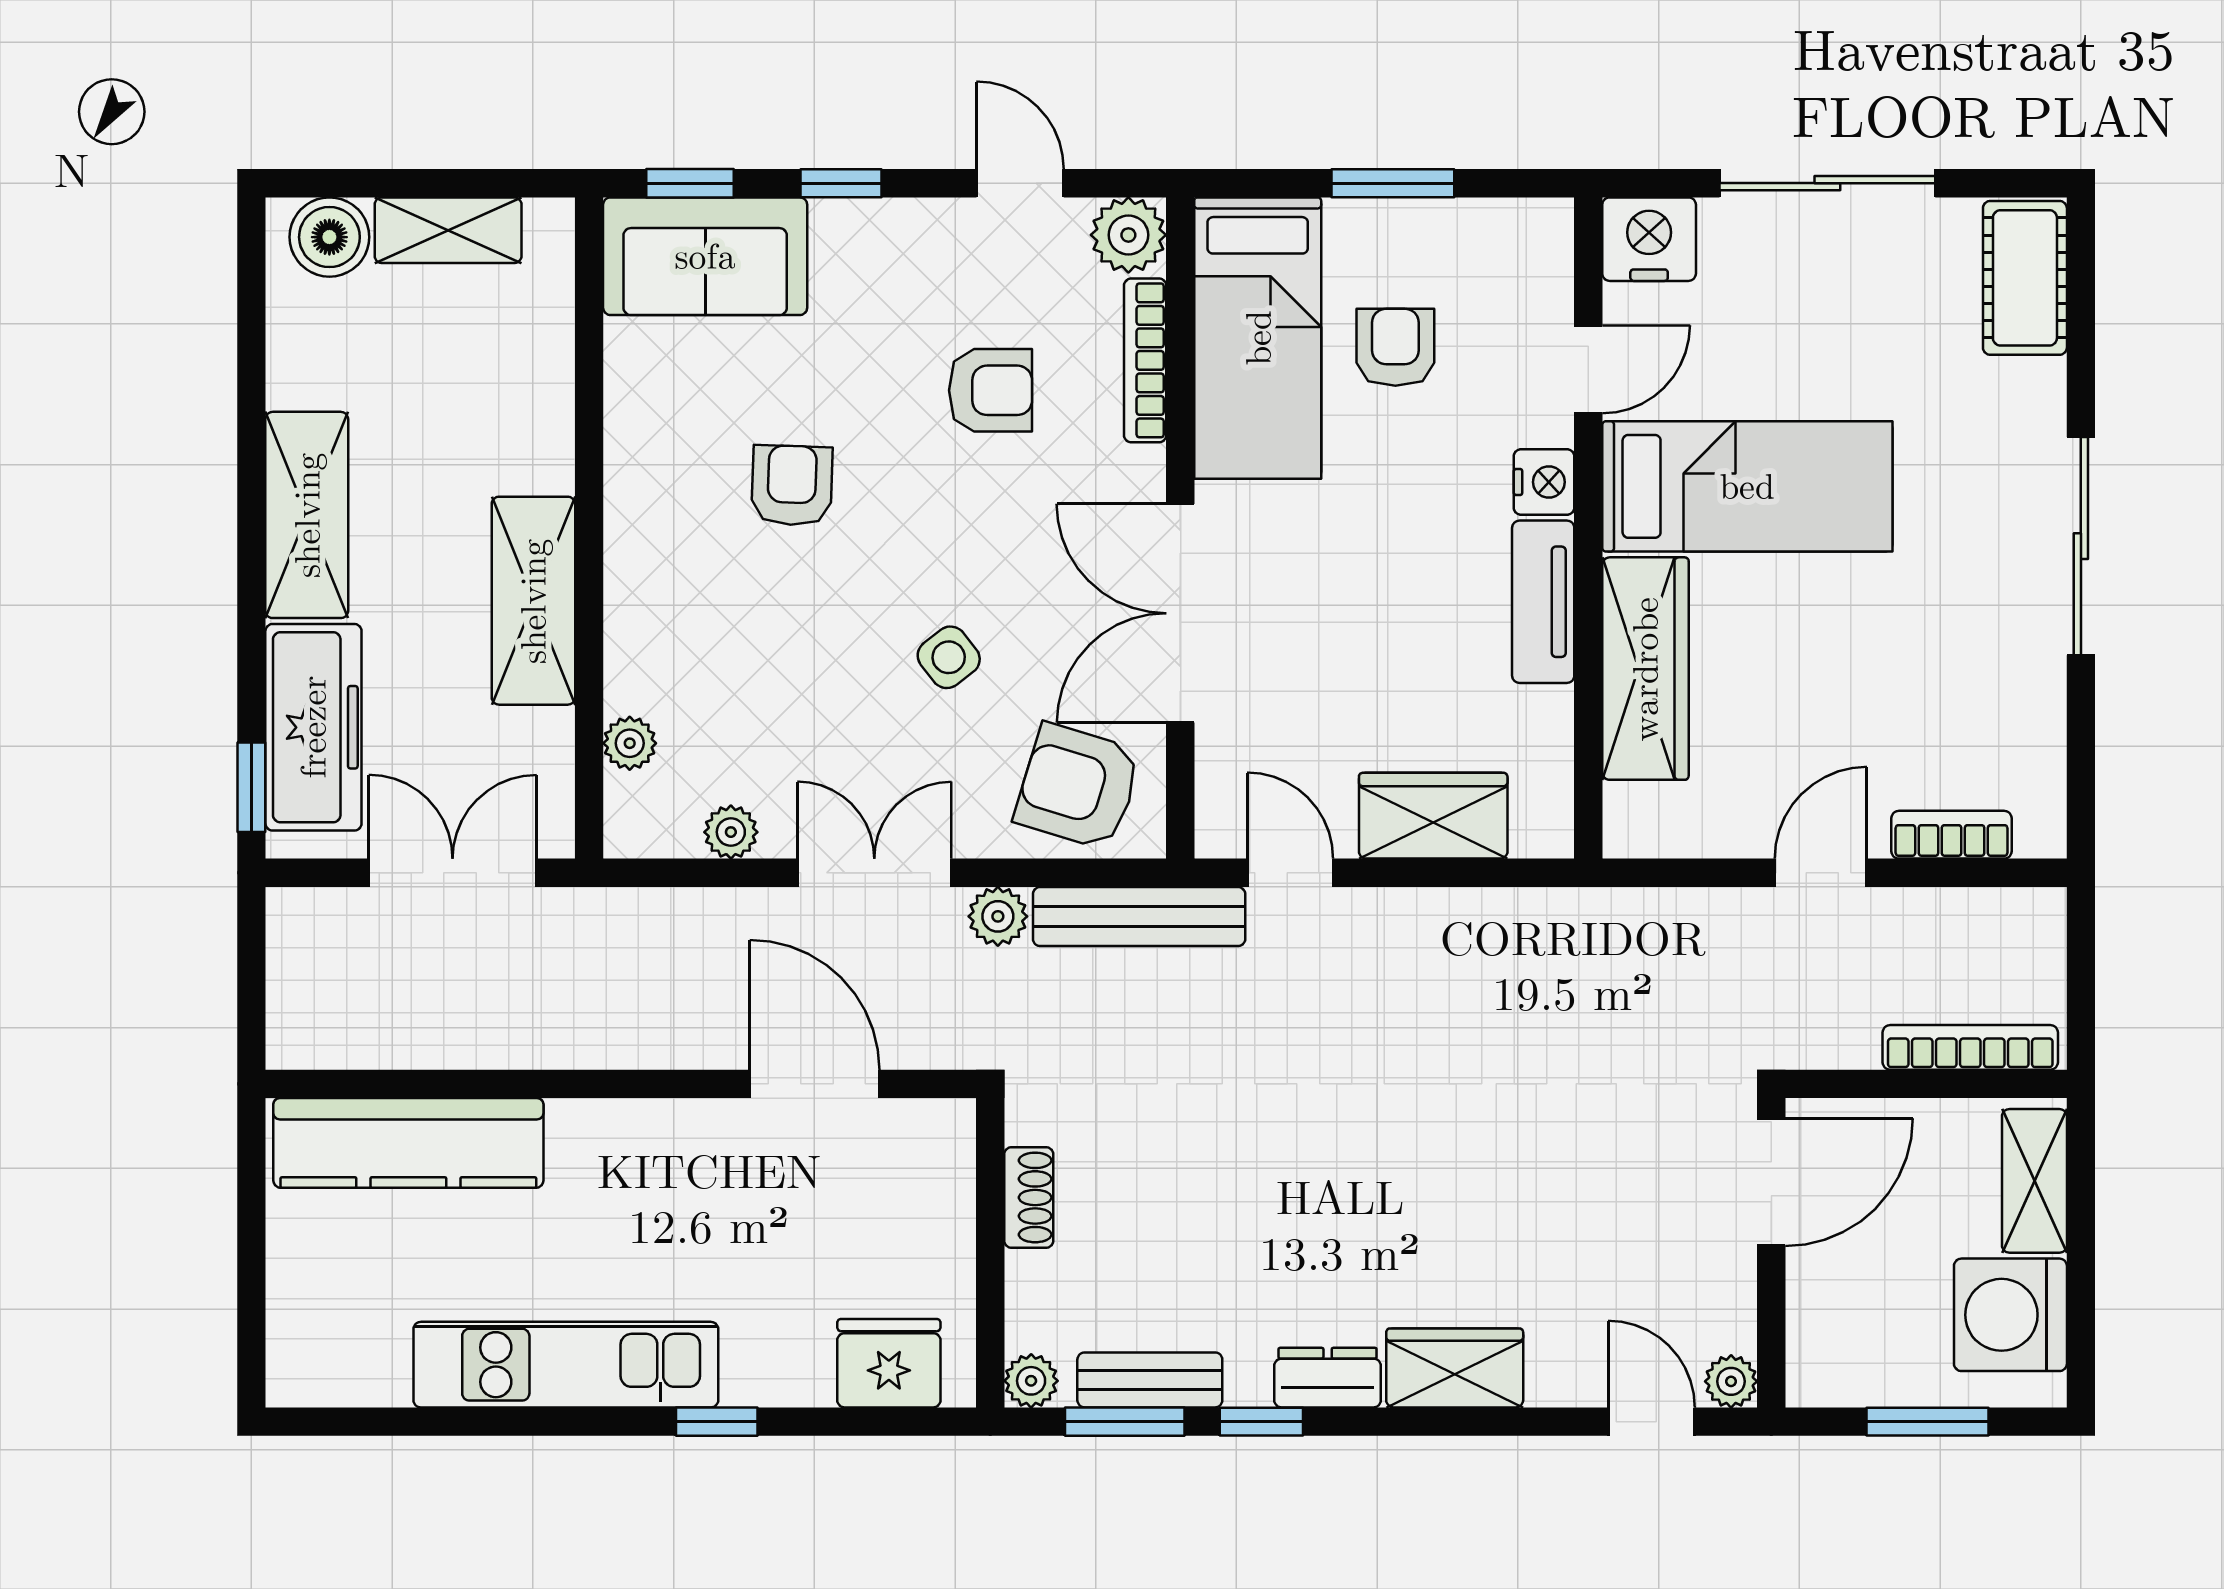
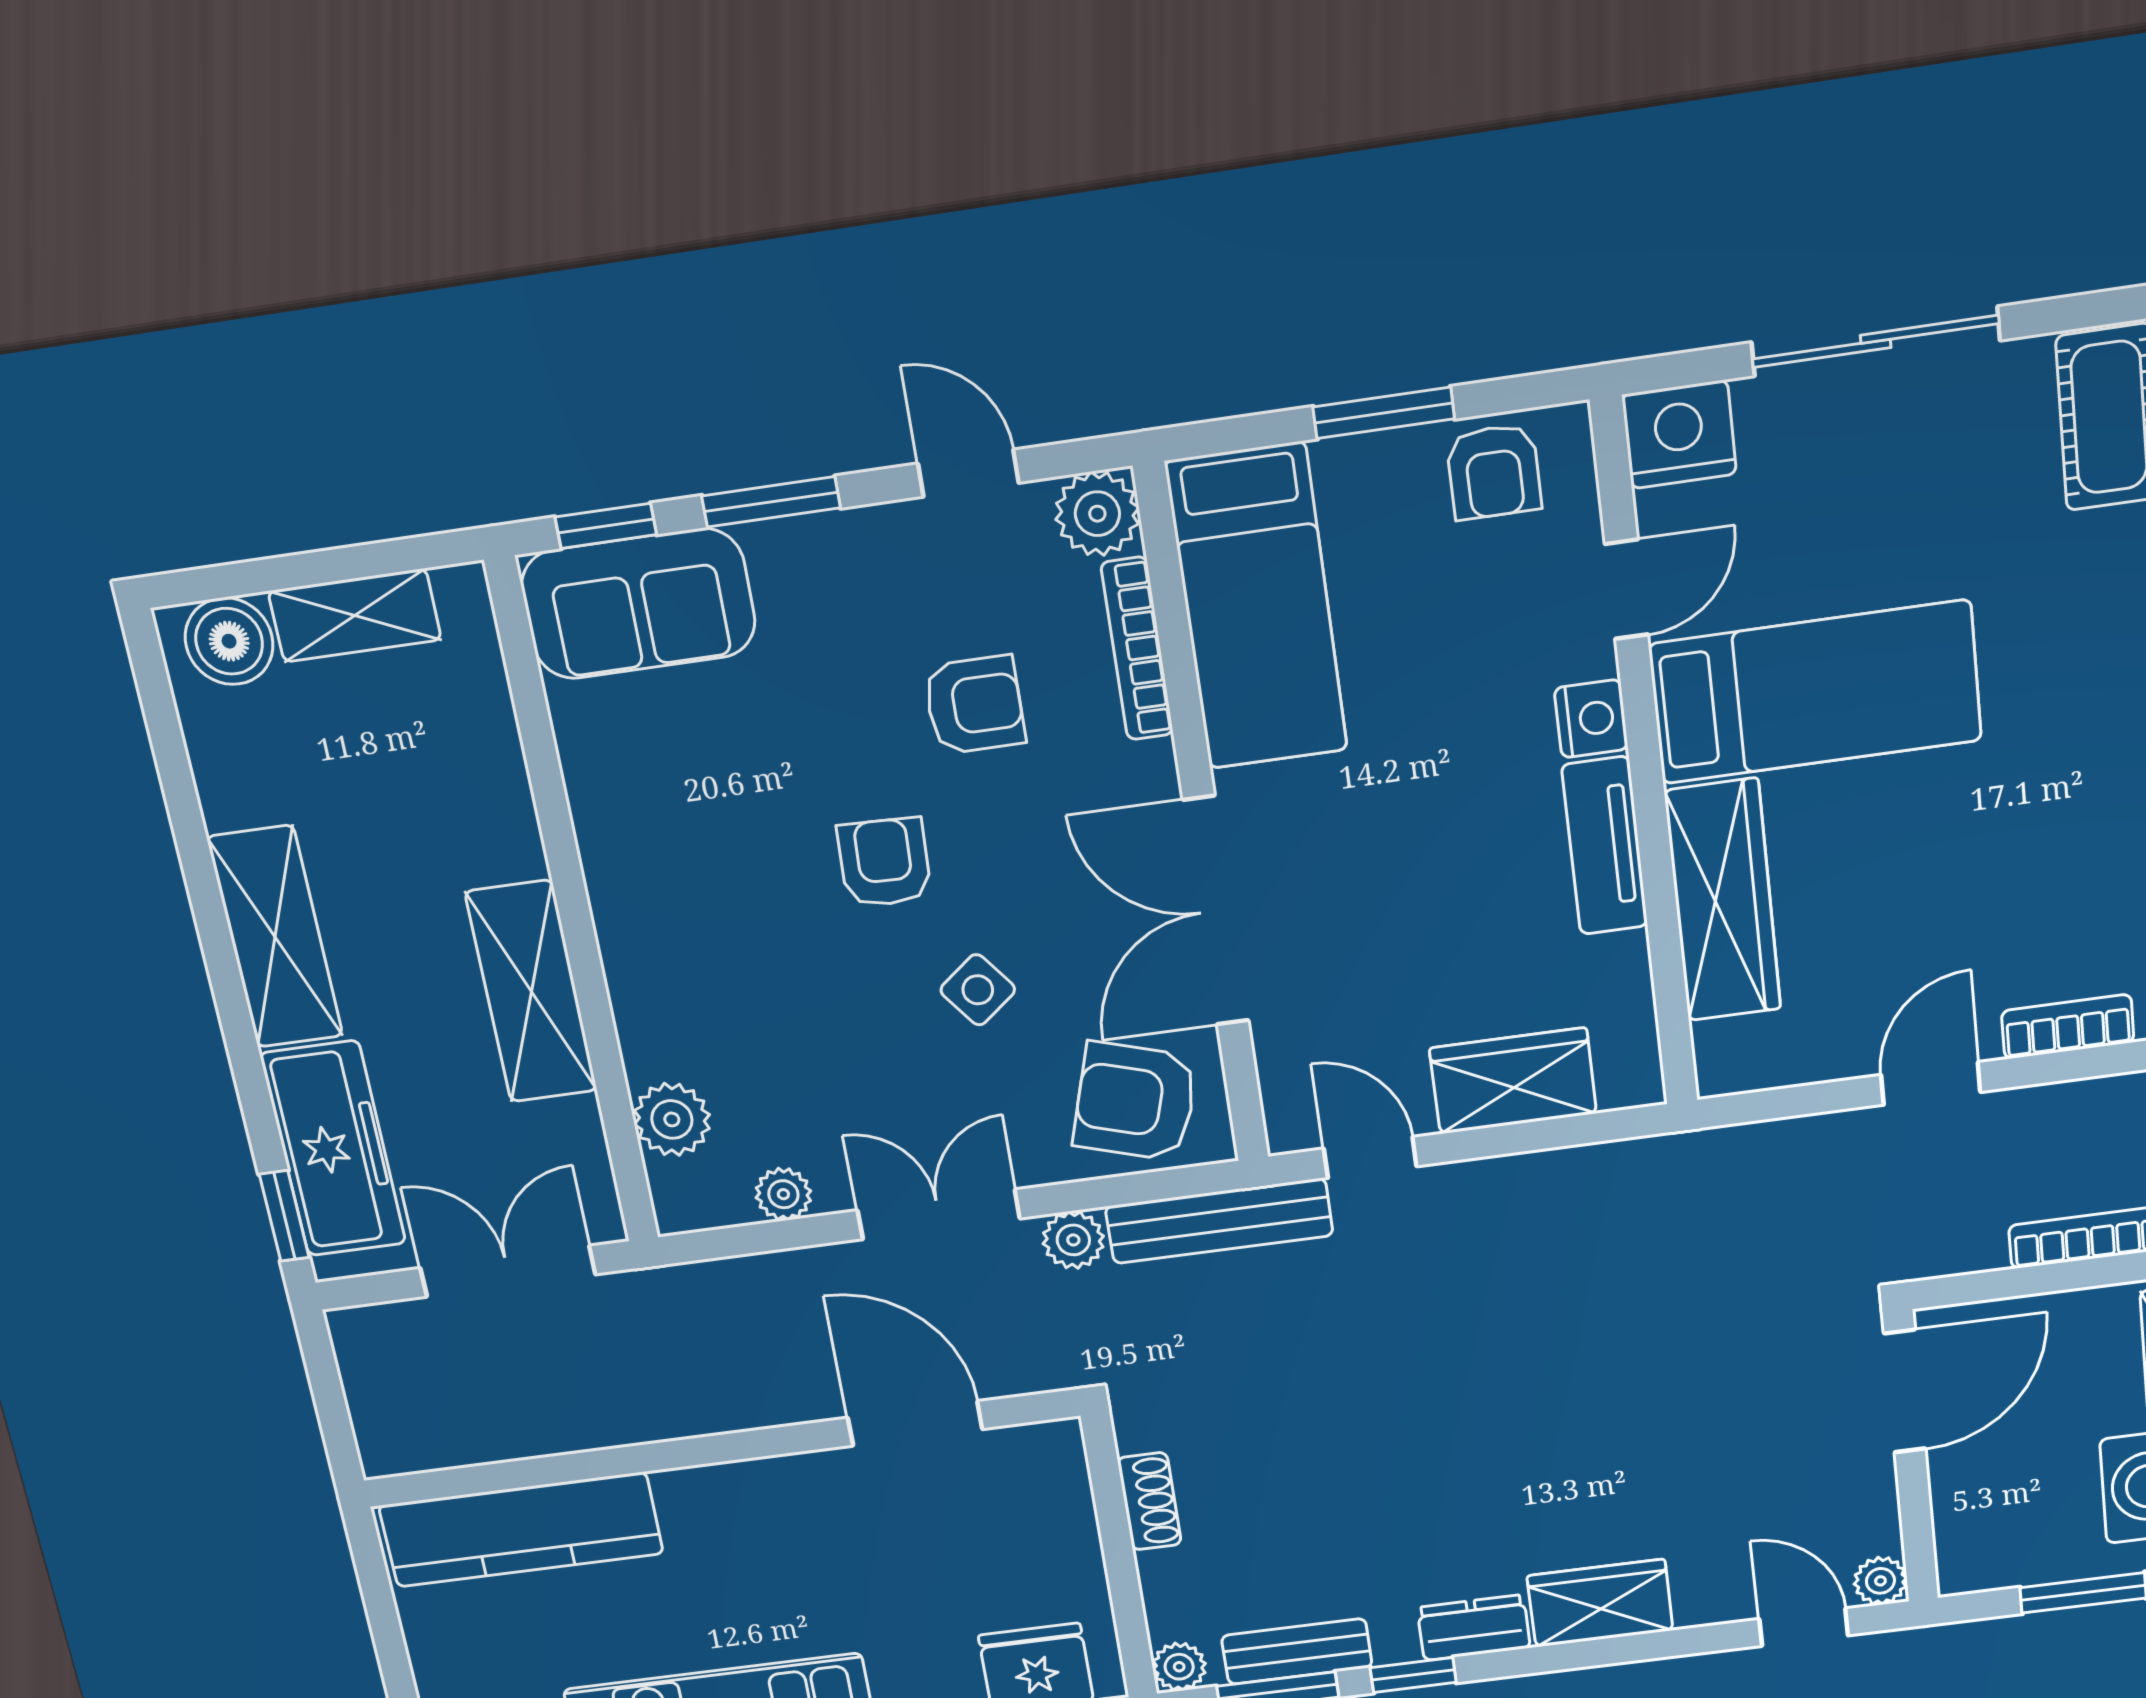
window: (841, 183) -> (771, 502), width x1.50
armchair: (1395, 347) -> (1494, 472), moved, turned 180
armchair: (792, 485) -> (884, 862), moved
plant: (630, 743) -> (672, 1119), width x1.38, depth x1.38

